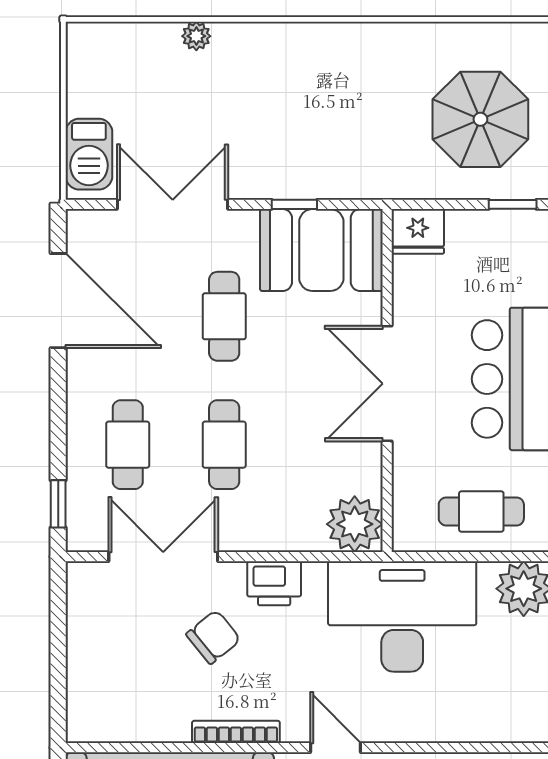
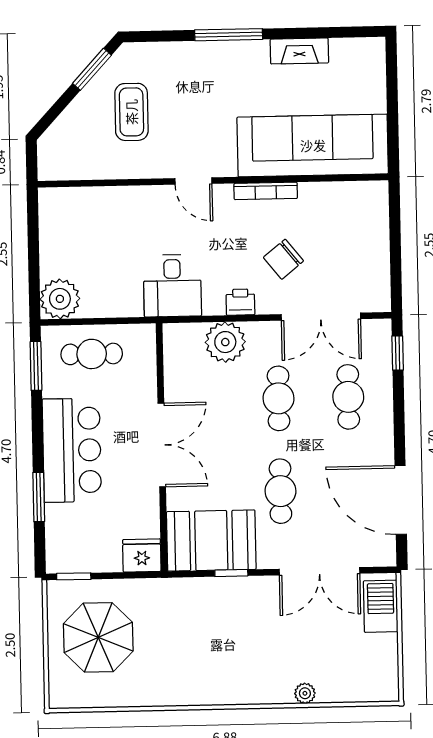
plant: (355, 524) -> (225, 342), moved
printer: (274, 583) -> (240, 302), width x0.73, depth x0.81
desk: (402, 616) -> (172, 286), width x0.53, depth x0.77

